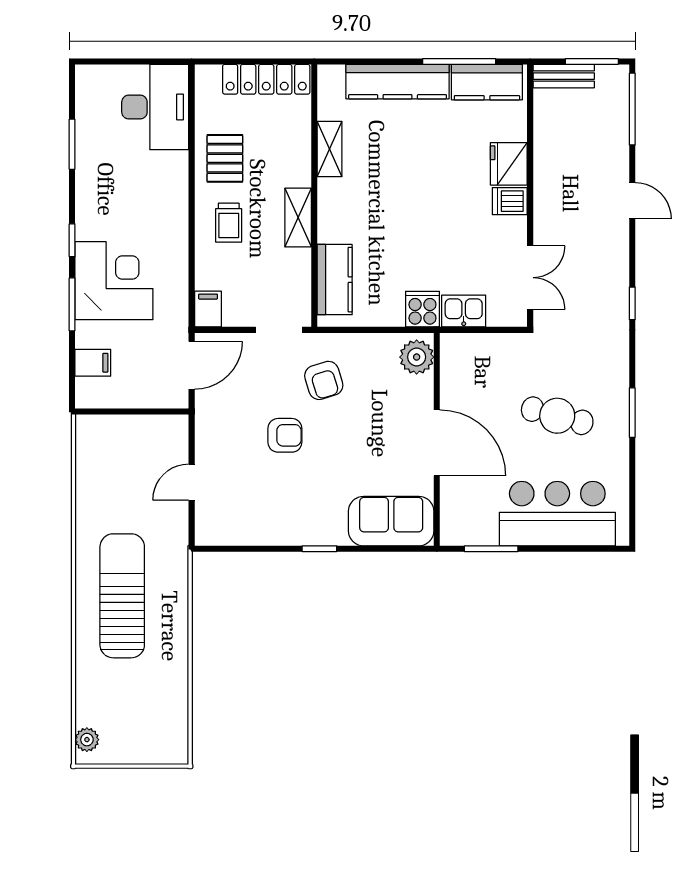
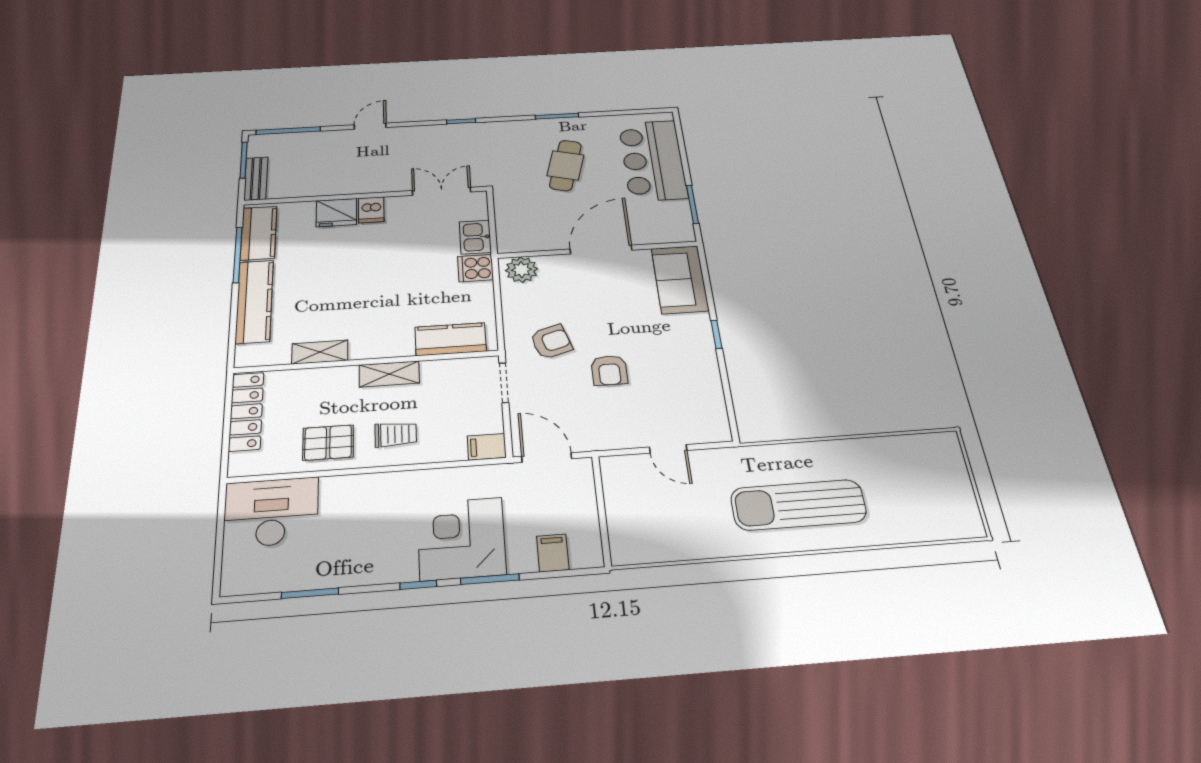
armchair: (285, 435) -> (609, 370), turned 180
plant: (87, 740) -> (958, 528), removed

